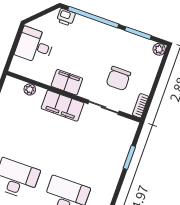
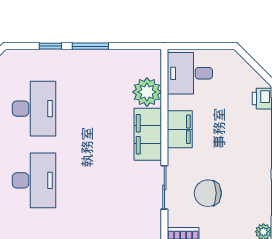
desk: (35, 46) -> (190, 73), moved, turned -90
plant: (30, 89) -> (147, 92), width x1.87, depth x1.87

